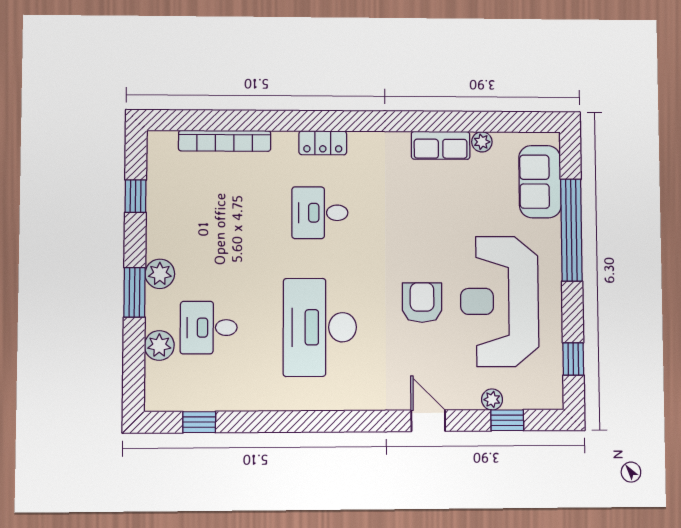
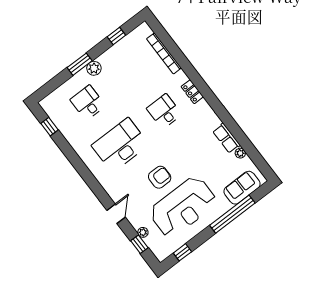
reception desk: (500, 301) -> (183, 207), turned 180
plant: (159, 345) -> (67, 89), removed

